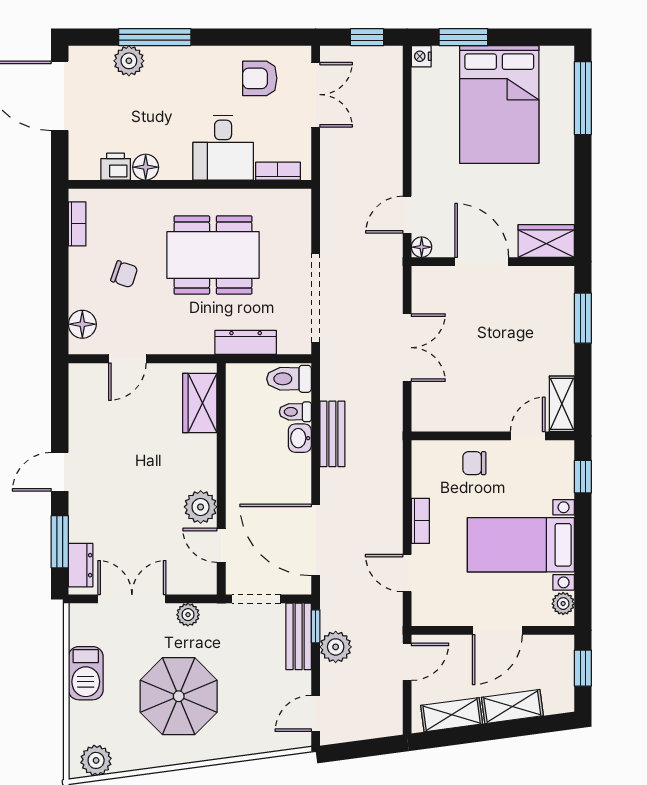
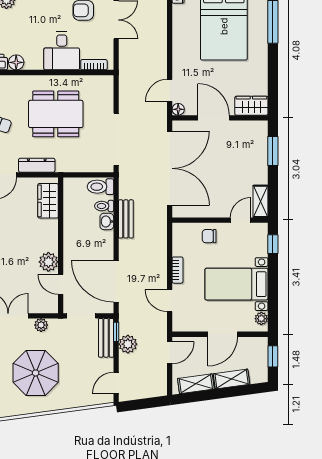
dresser: (246, 342) -> (37, 165), moved
double door: (407, 348) -> (170, 168), width x1.87

